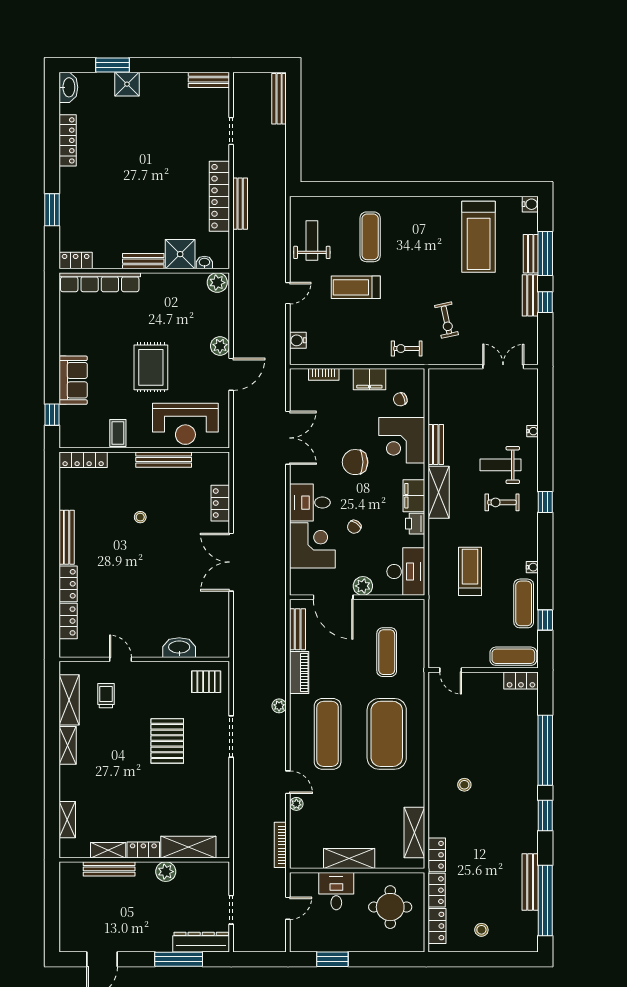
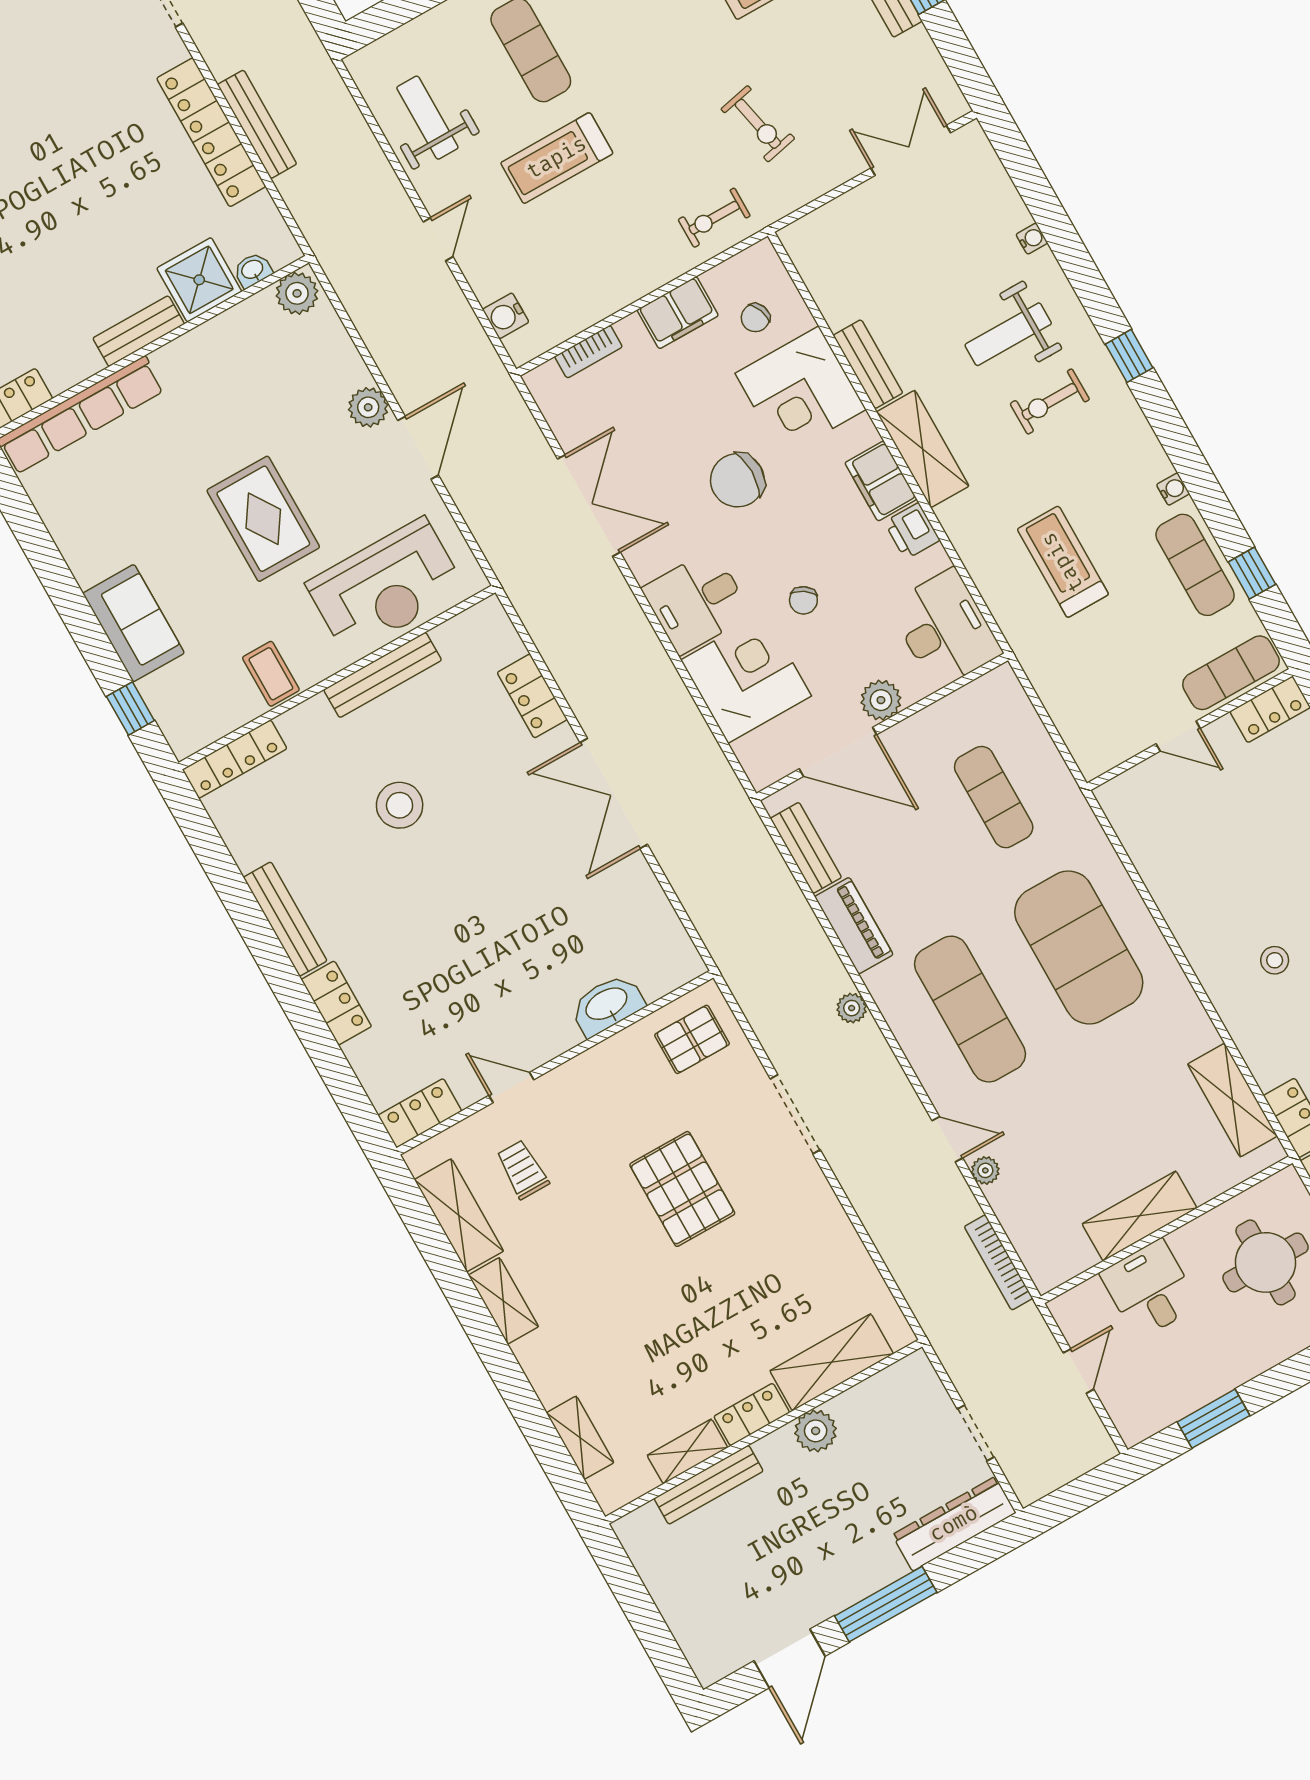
stool: (140, 517) -> (400, 805), width x1.89, depth x1.89
locker: (68, 621) -> (420, 1113), moved, turned -90
door: (451, 670) -> (1178, 736), moved
window: (179, 959) -> (886, 1604), moved

